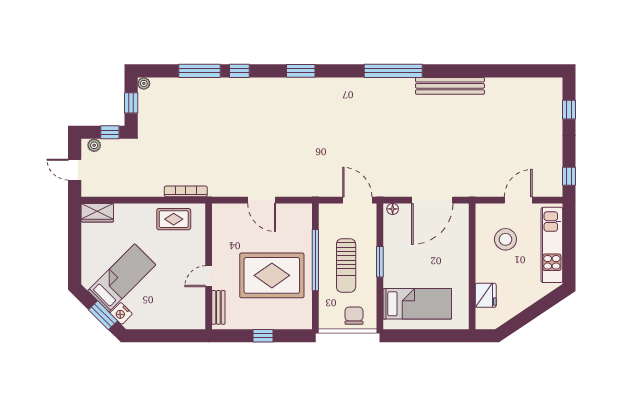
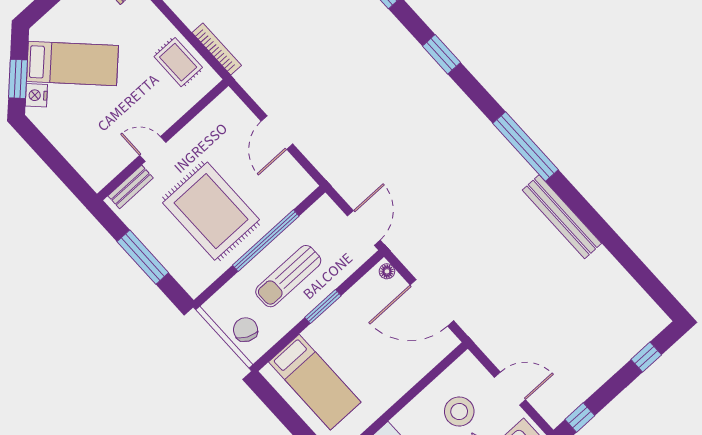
chair: (354, 316) -> (245, 330), turned -64
window: (263, 336) -> (143, 257), width x2.17

